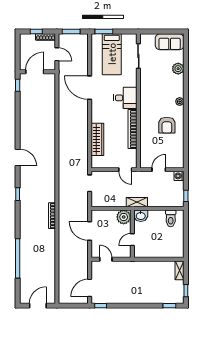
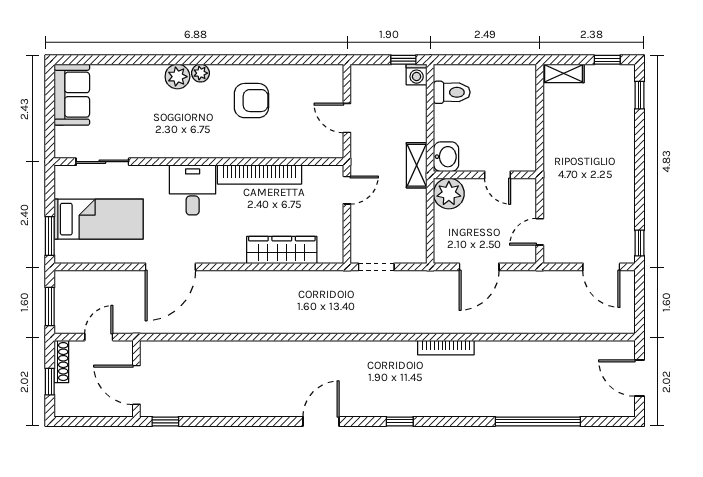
plant: (178, 69) -> (177, 77), moved
washing machine: (179, 176) -> (417, 74), moved

